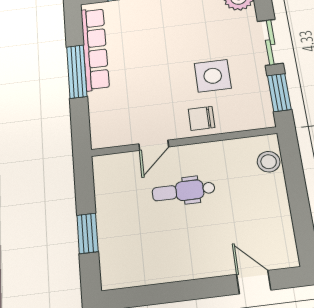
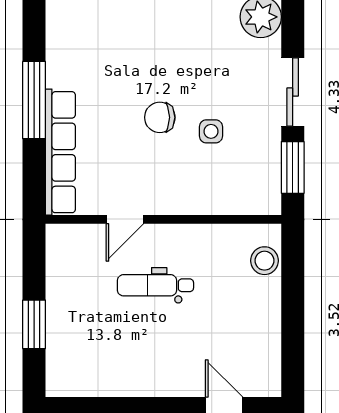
row of seats: (95, 49) -> (60, 152), moved
side table: (213, 76) -> (211, 131), width x0.54, depth x0.54
chair: (202, 118) -> (160, 117), moved

